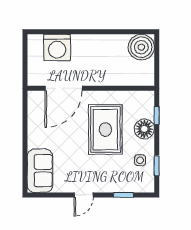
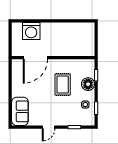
boiler: (141, 47) -> (86, 31), removed
rug: (105, 129) -> (63, 85), width x0.73, depth x0.70

